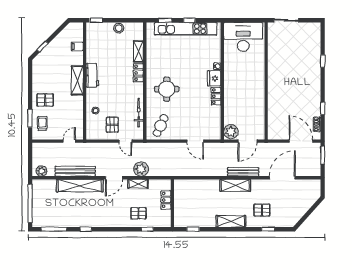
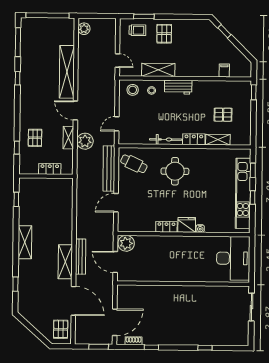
stool: (119, 28) -> (133, 90), moved
workbench: (92, 75) -> (178, 87), moved
shelving: (77, 80) -> (158, 70), moved
bicycle: (139, 113) -> (166, 139), moved
pallet: (112, 125) -> (223, 115), moved
bench: (75, 171) -> (109, 169), moved
shelving: (235, 185) -> (65, 262), moved
pallet: (262, 210) -> (61, 329), moved

